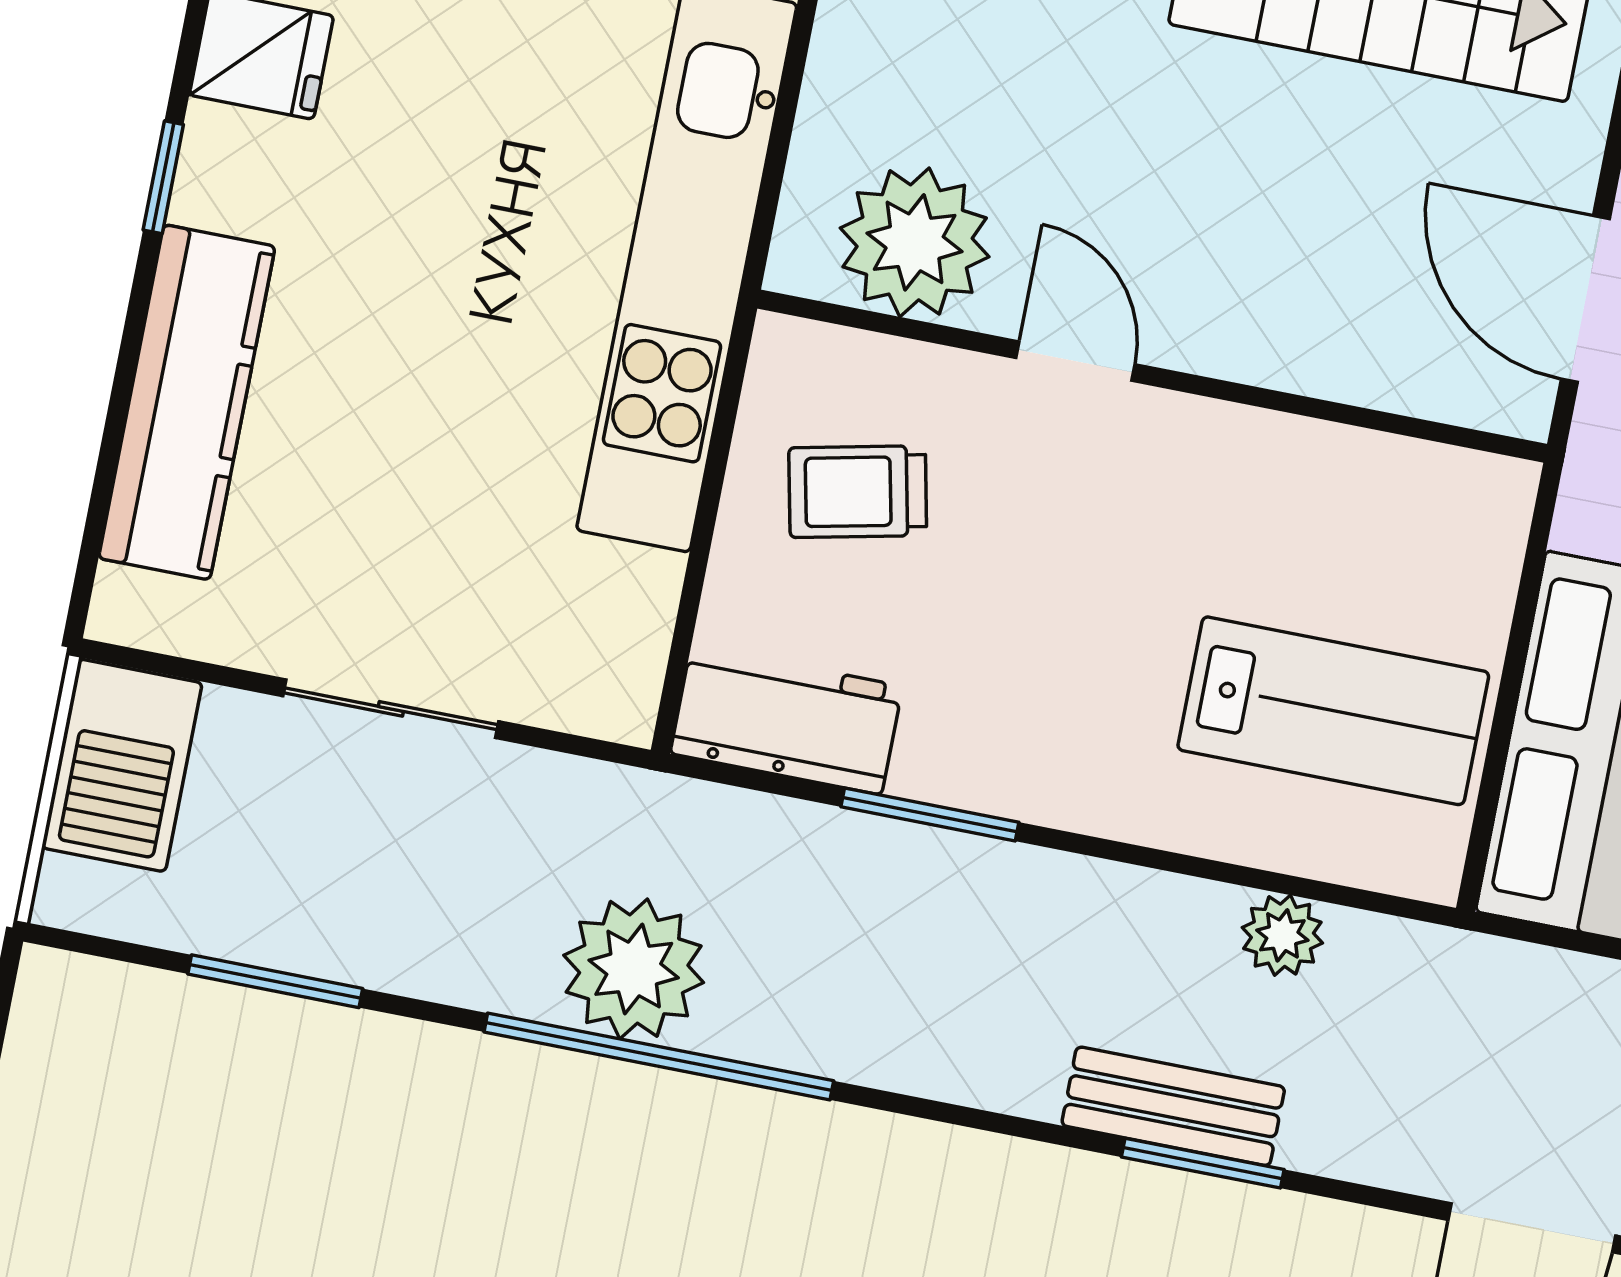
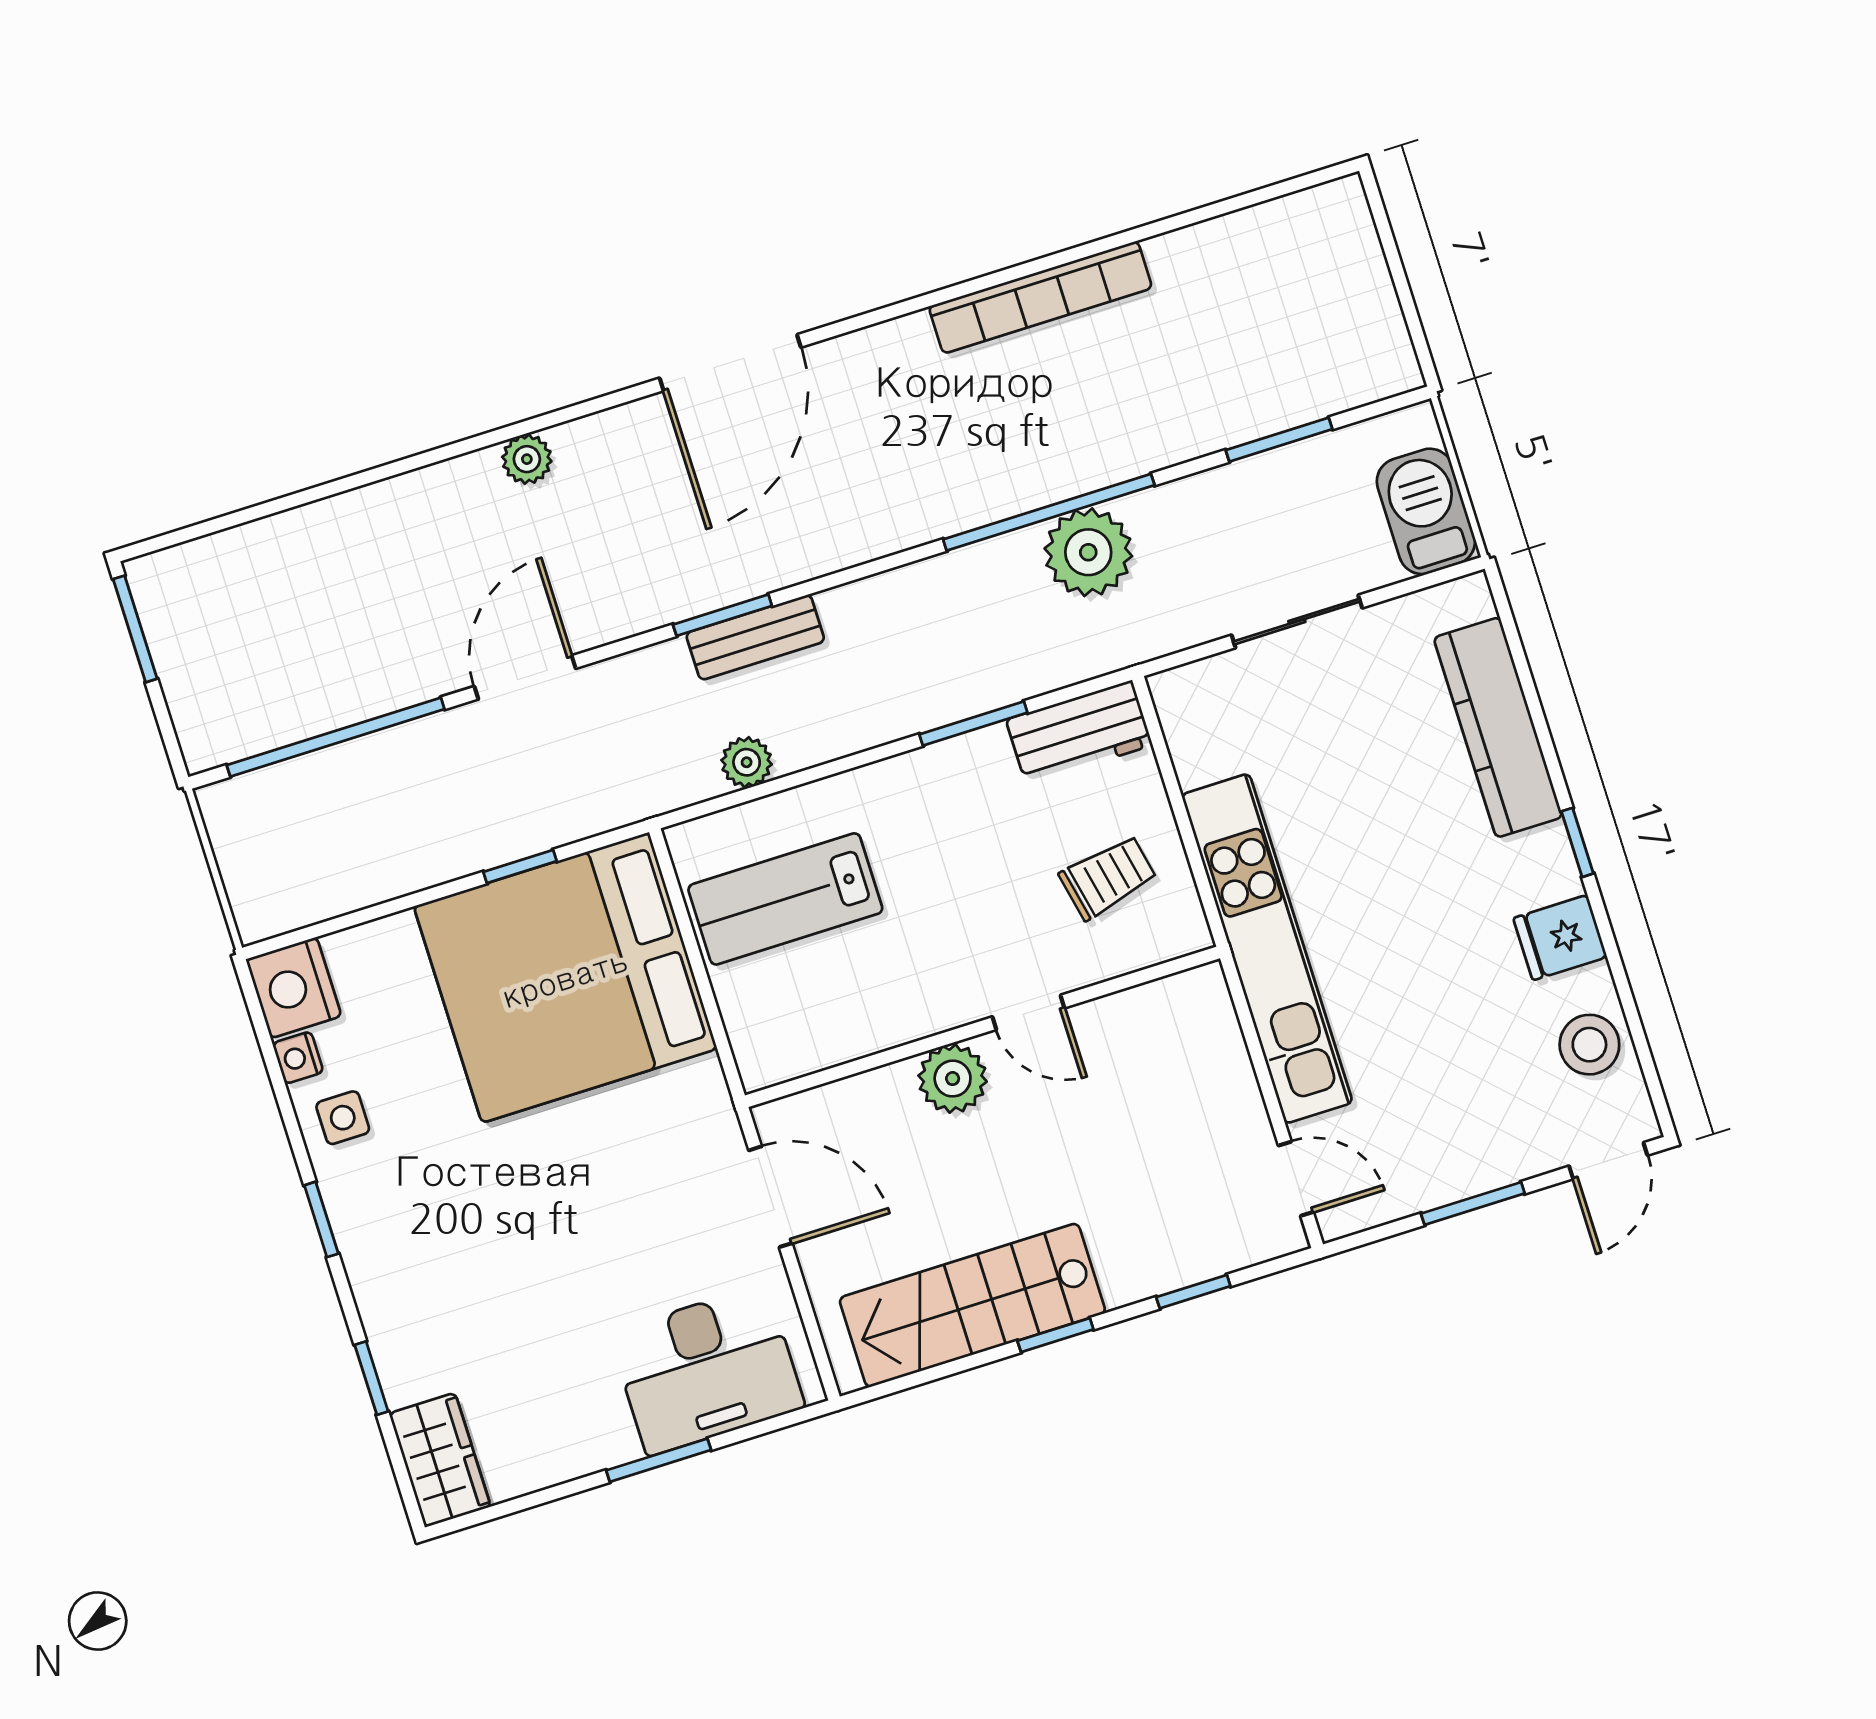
plant: (915, 242) -> (953, 1079), moved, width x0.73, depth x0.73

